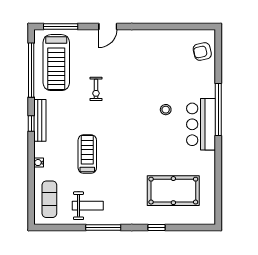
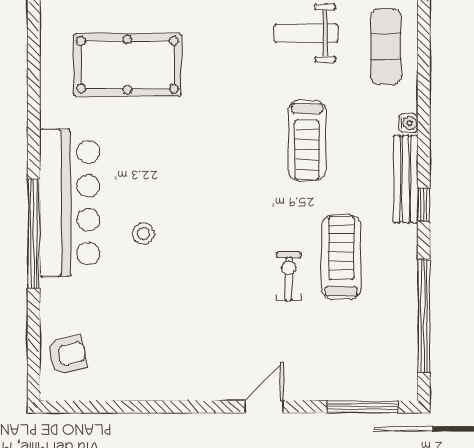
treadmill: (56, 63) -> (341, 257), moved, width x0.73, depth x0.73
bench: (40, 120) -> (406, 179), moved
bar counter: (201, 124) -> (70, 203), width x1.36

